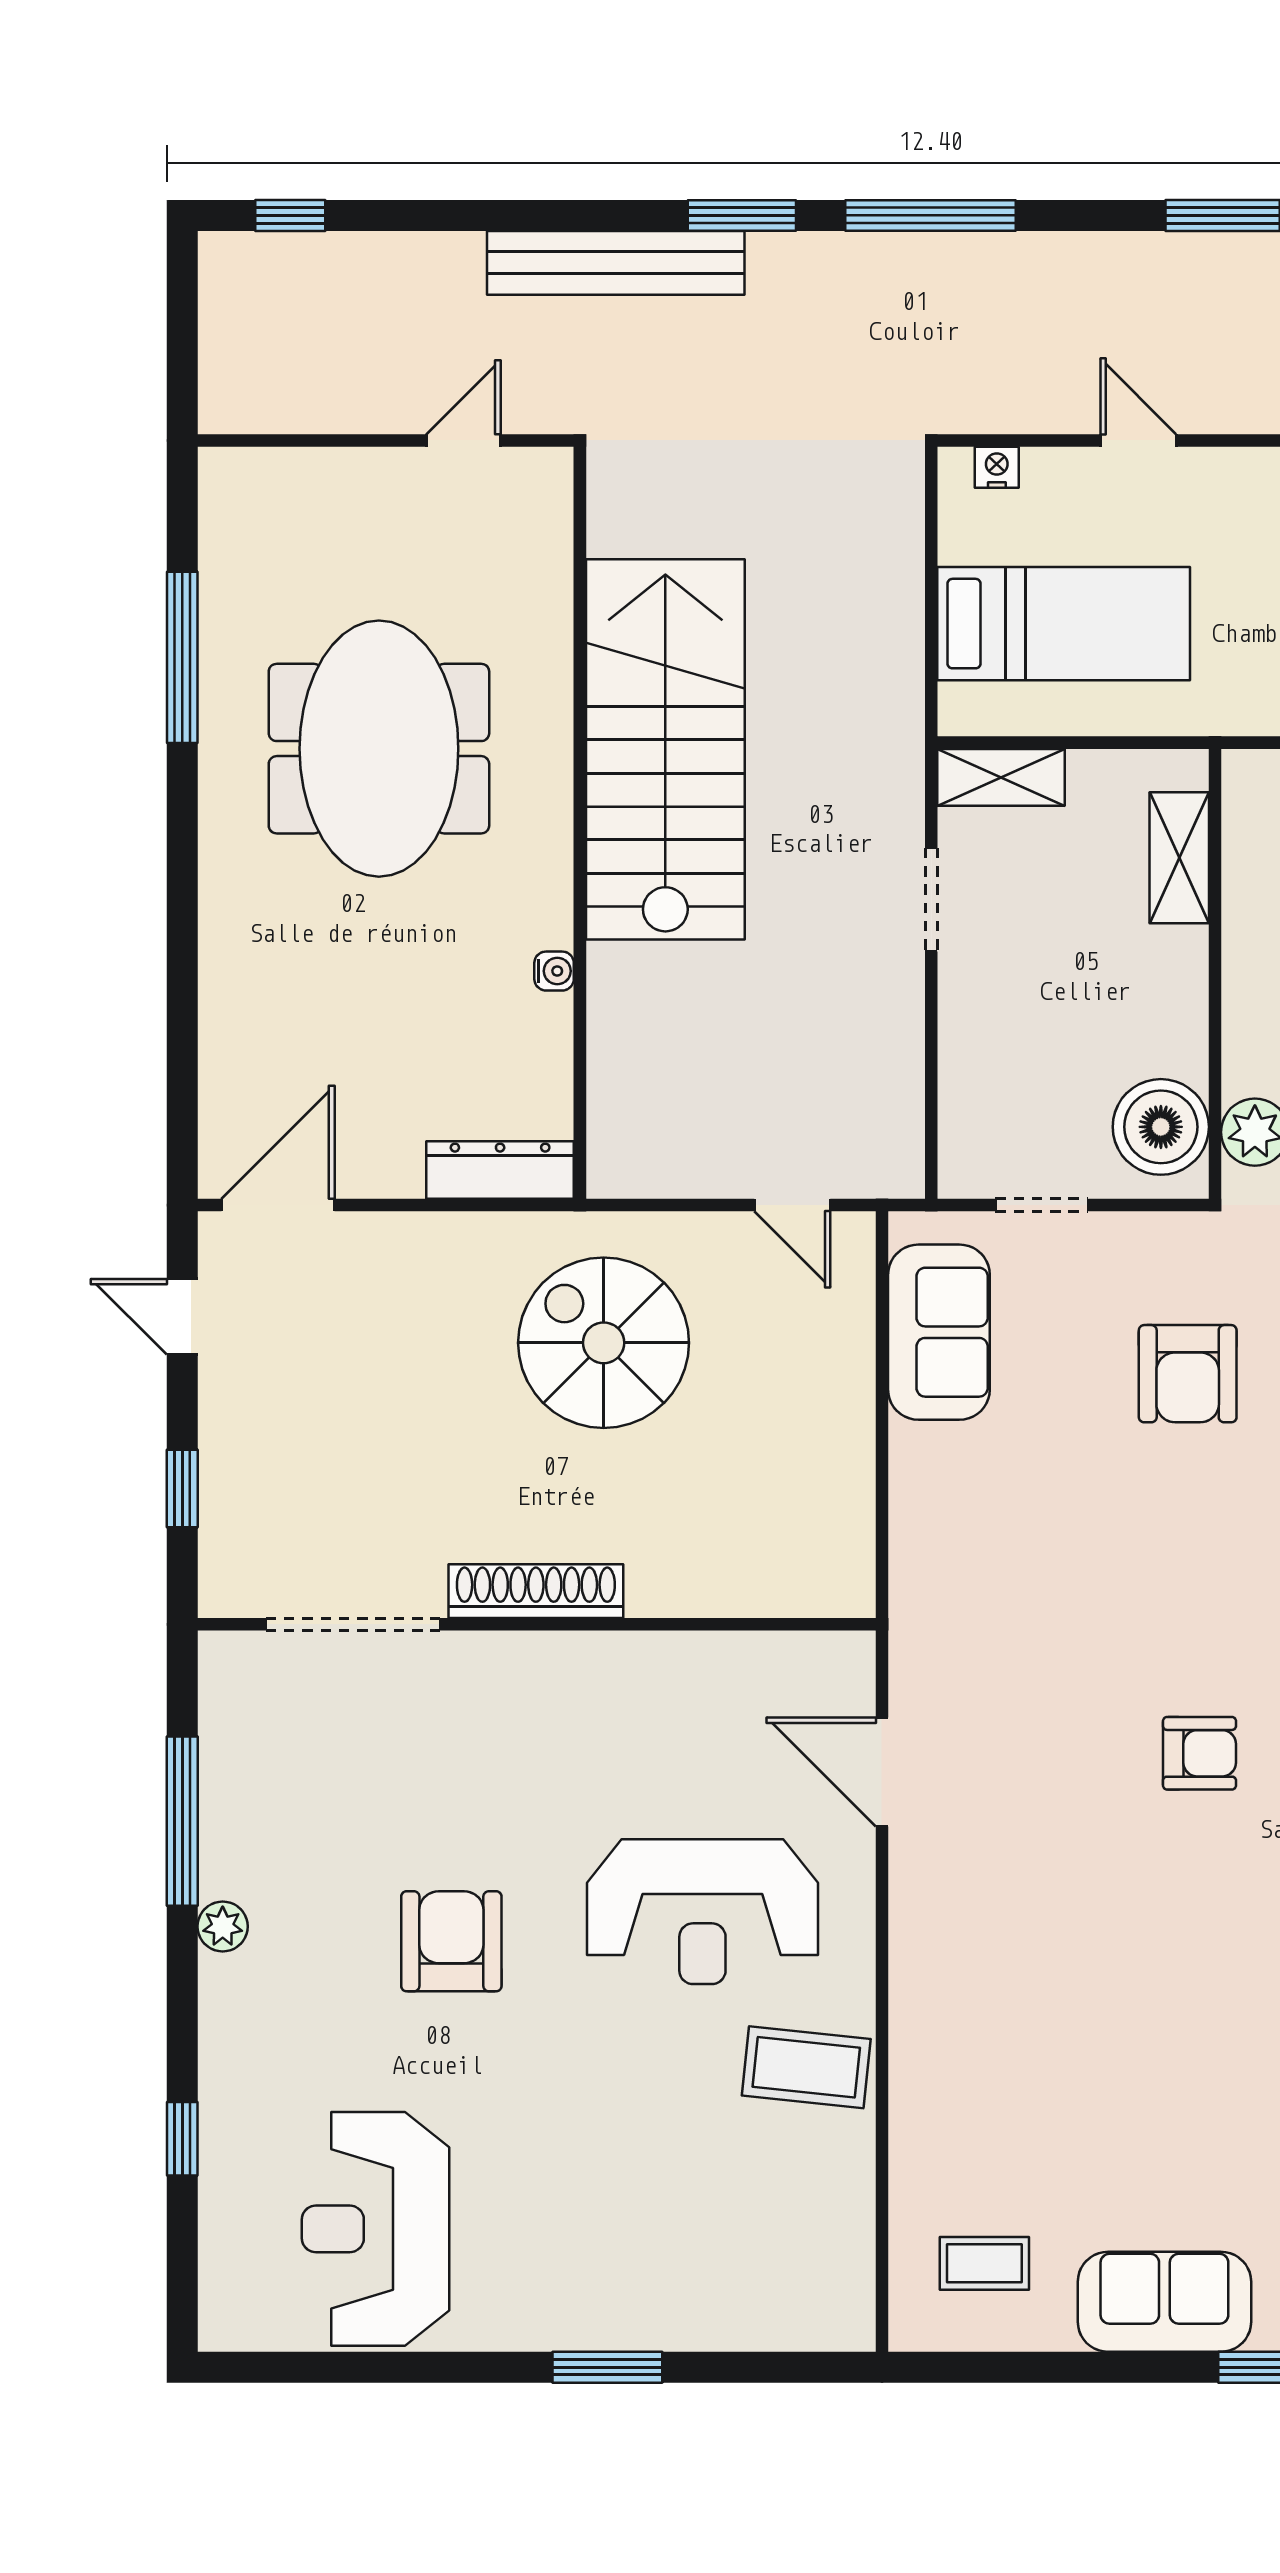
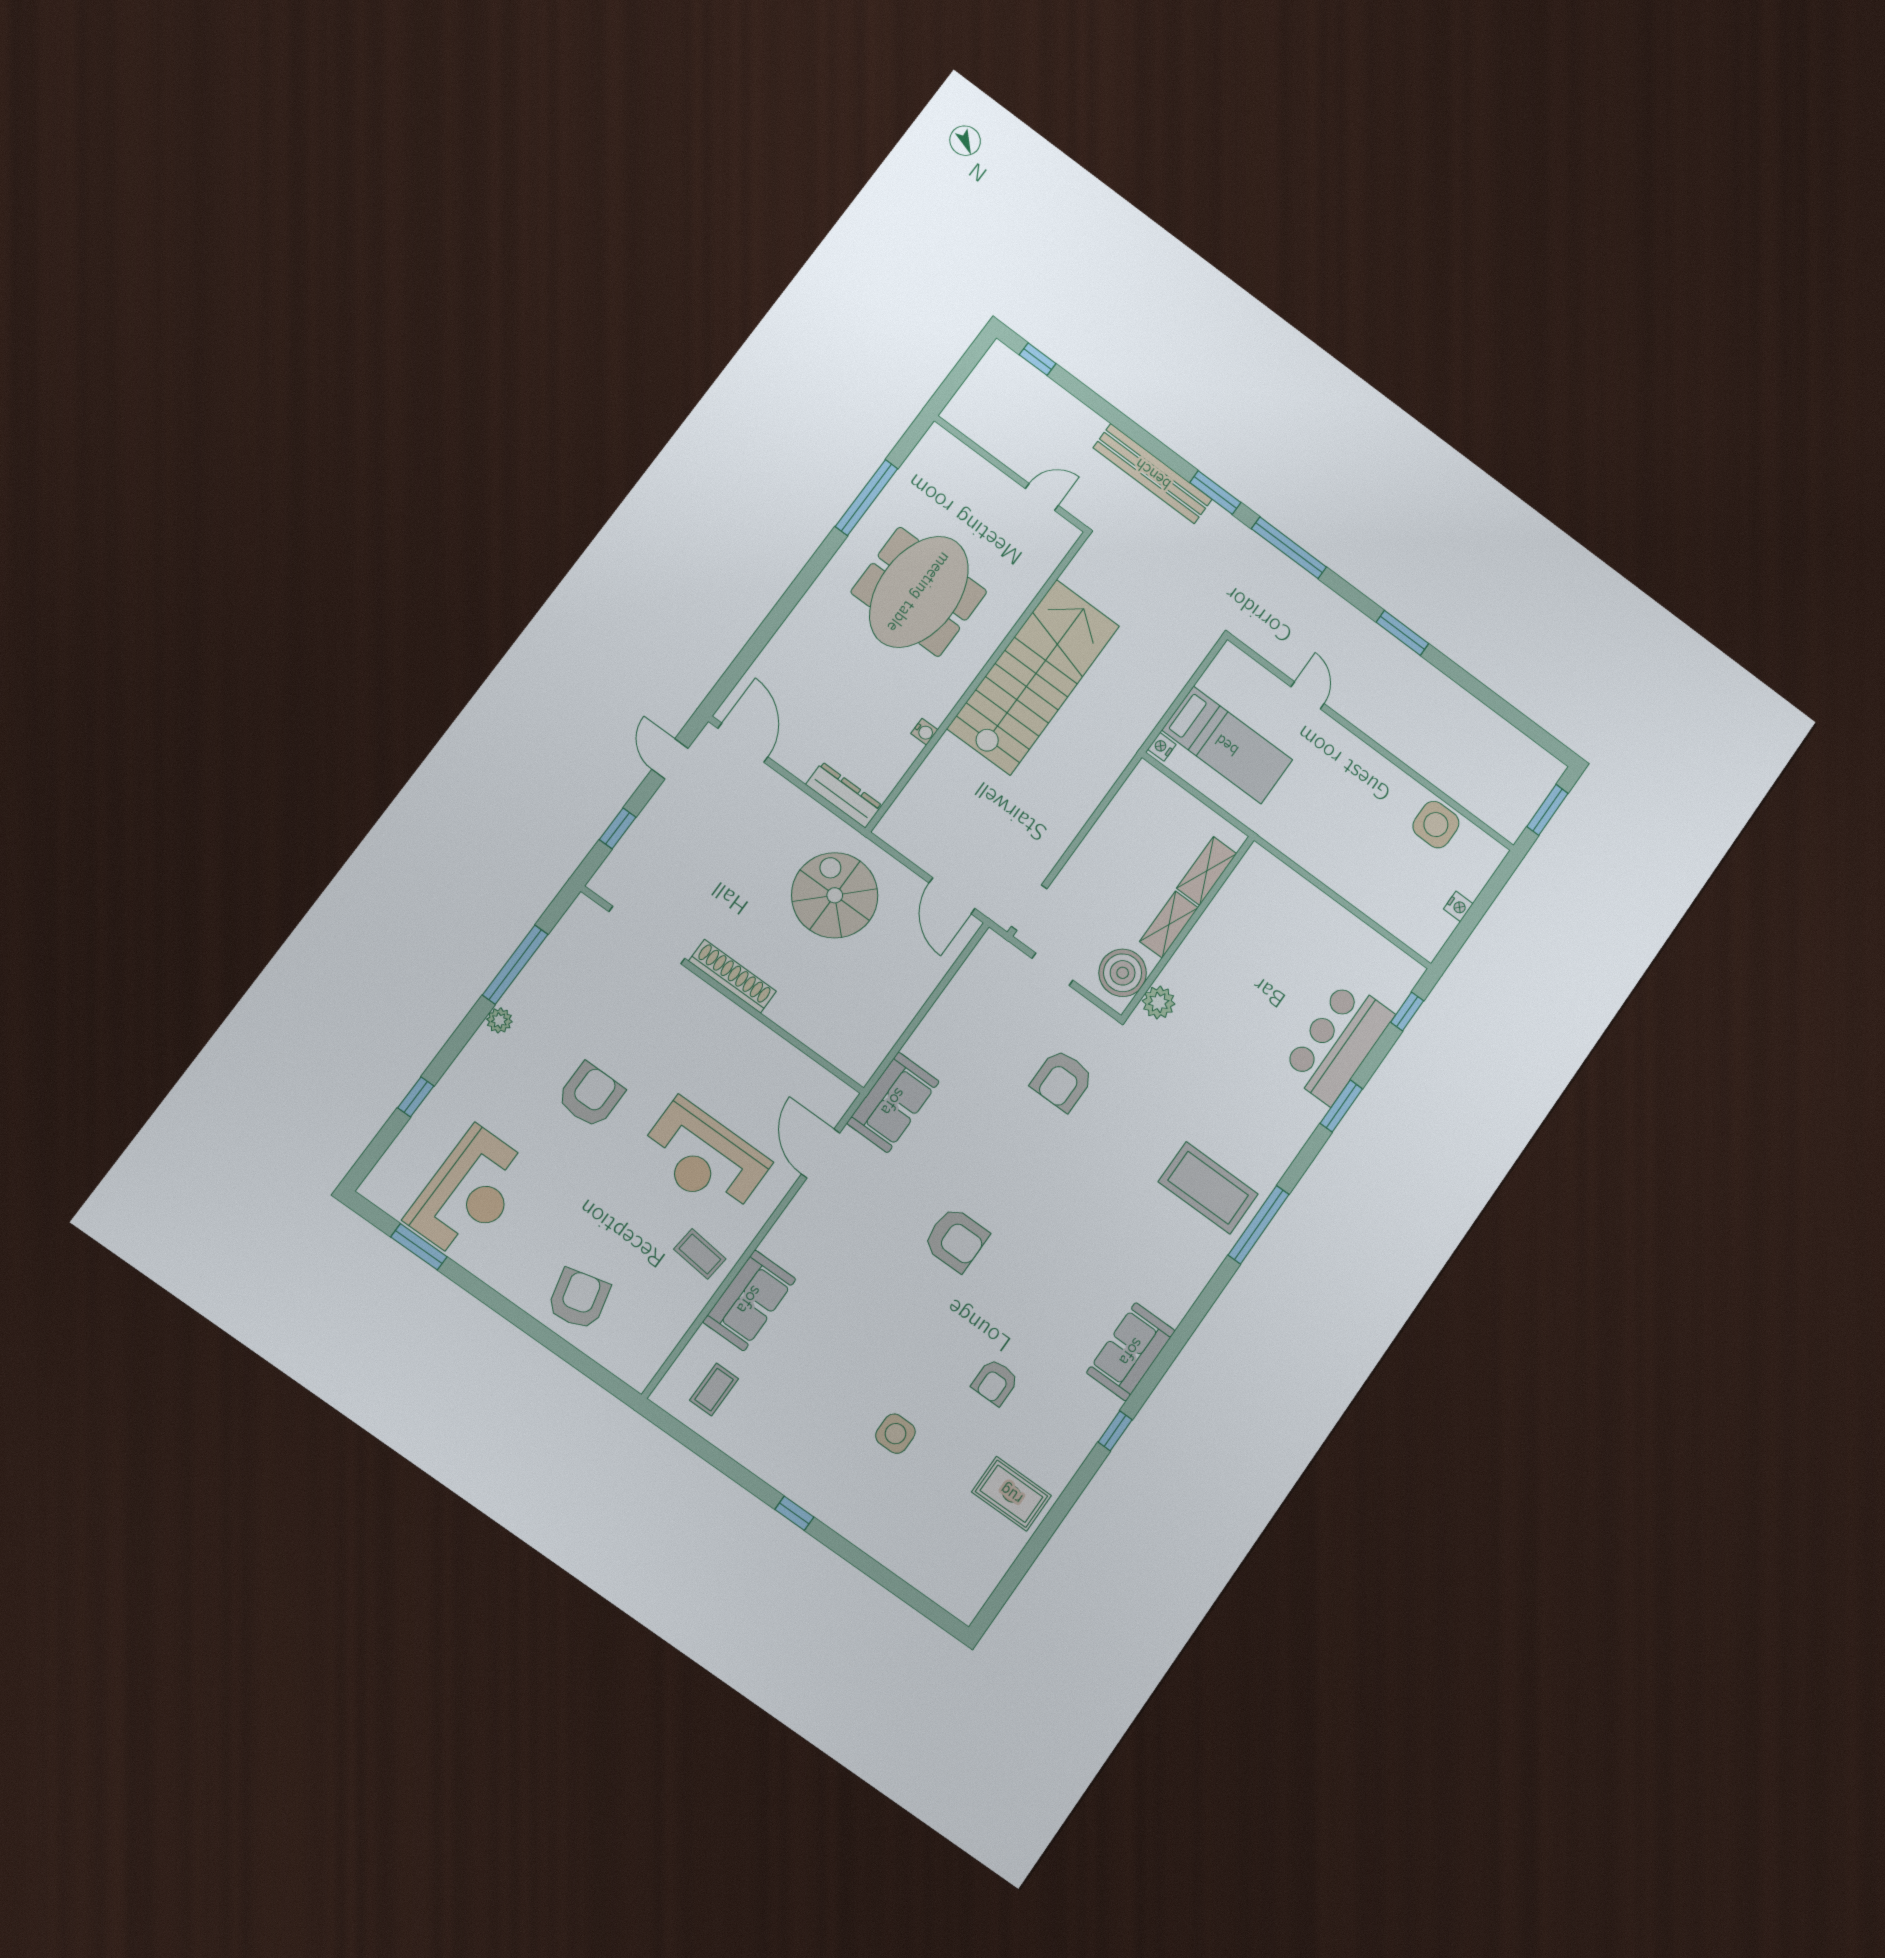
nightstand: (997, 467) -> (1162, 747), moved, turned -90
shelving: (1001, 777) -> (1169, 924), moved, turned 90
doorway: (931, 900) -> (1029, 908), moved
door: (278, 1205) -> (743, 743), hinge flipped
door: (792, 1205) -> (952, 896), width x1.38
sofa: (939, 1332) -> (893, 1102), moved
armchair: (1199, 1753) -> (956, 1239), width x1.38, depth x1.38
coffee table: (806, 2067) -> (700, 1254), width x0.73, depth x0.77
reception desk: (376, 2229) -> (469, 1193), turned 180
coffee table: (984, 2263) -> (714, 1390), turned 90
armchair: (668, 2272) -> (579, 1299), added
sofa: (1164, 2302) -> (749, 1300), moved, turned 90
window: (607, 2367) -> (419, 1247), moved

